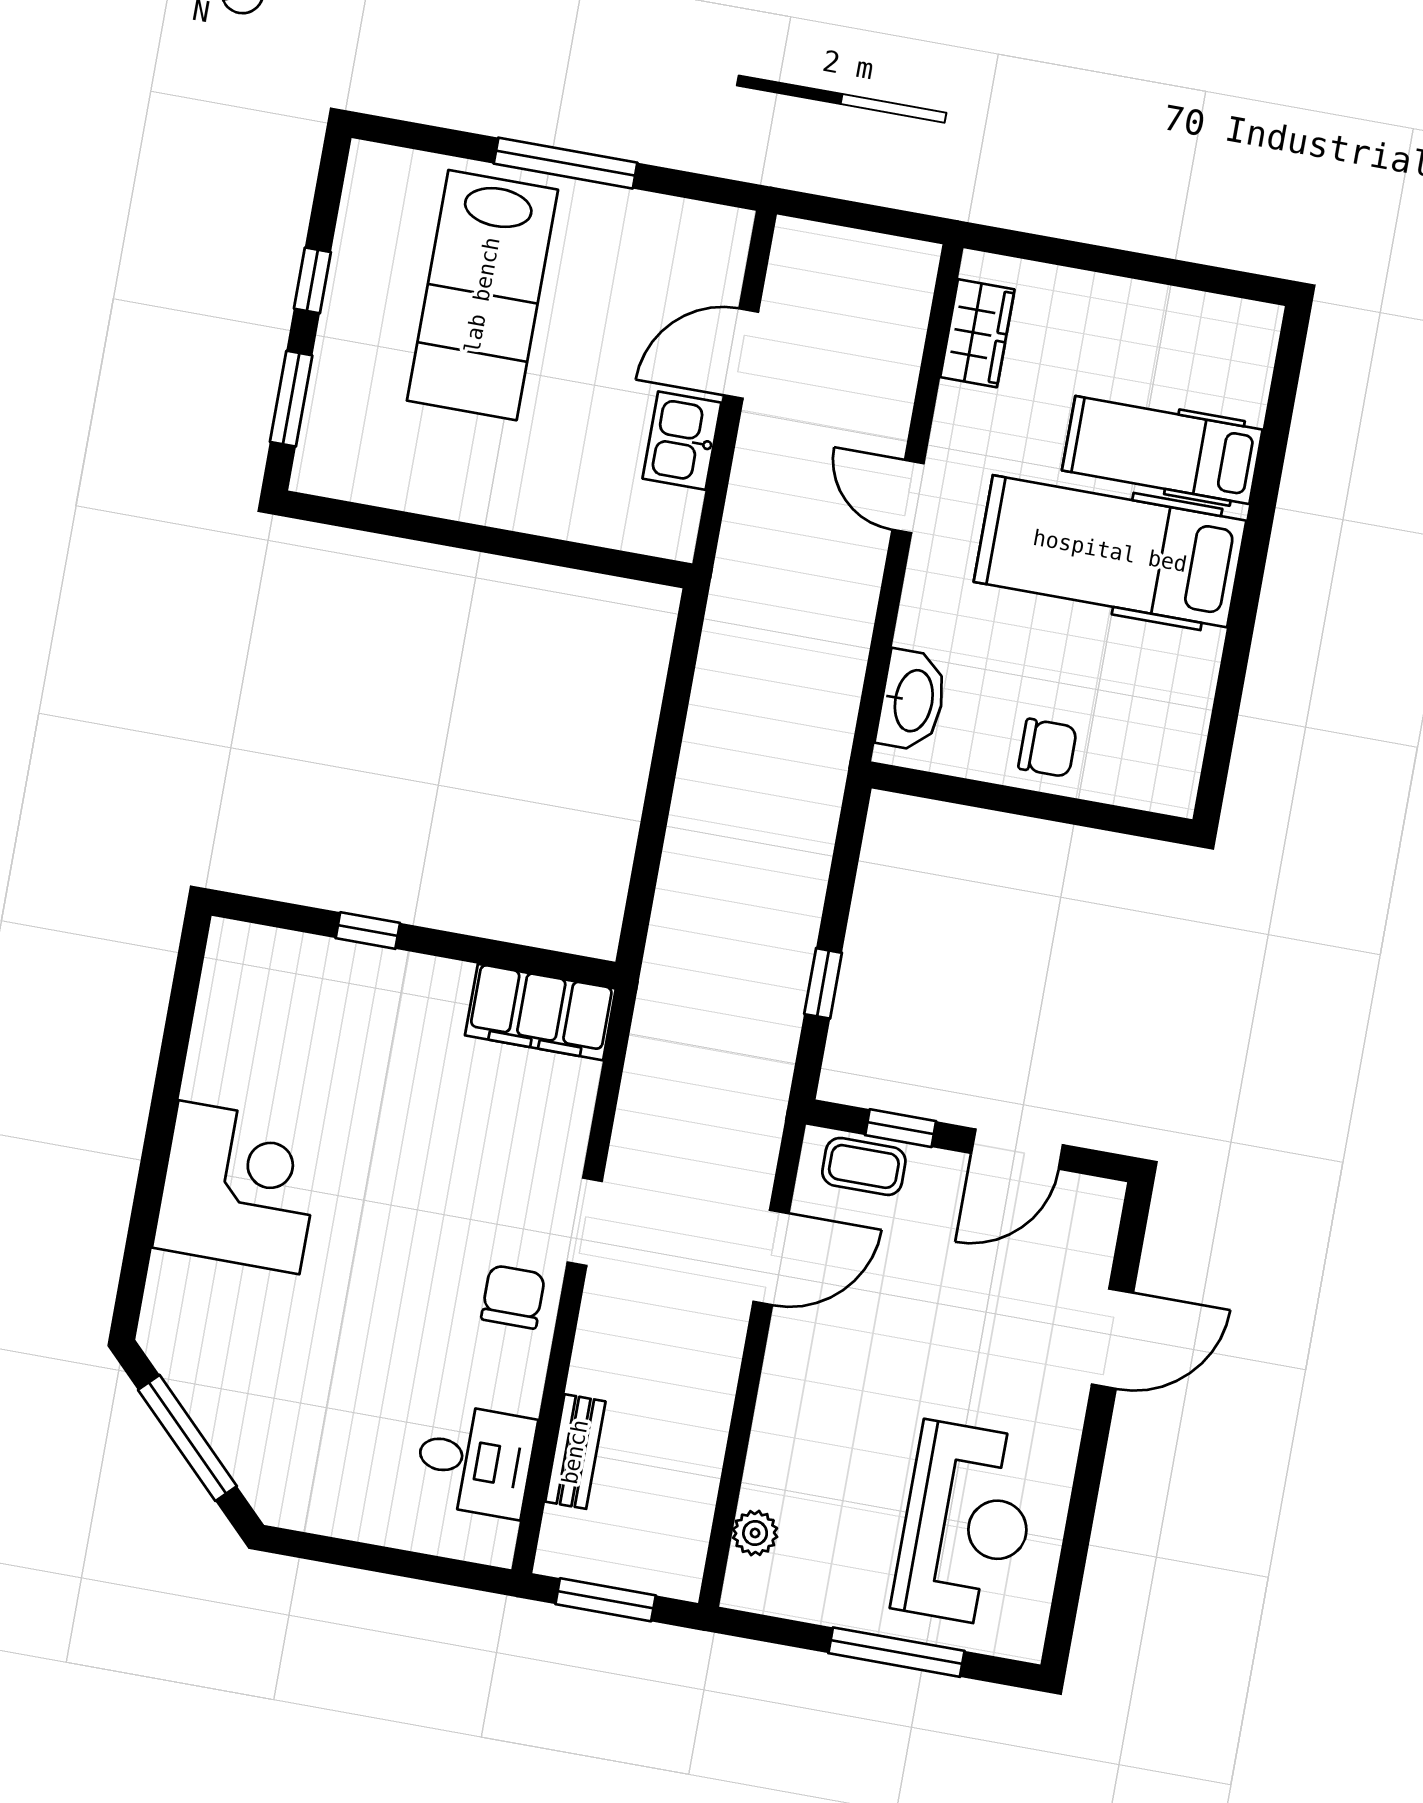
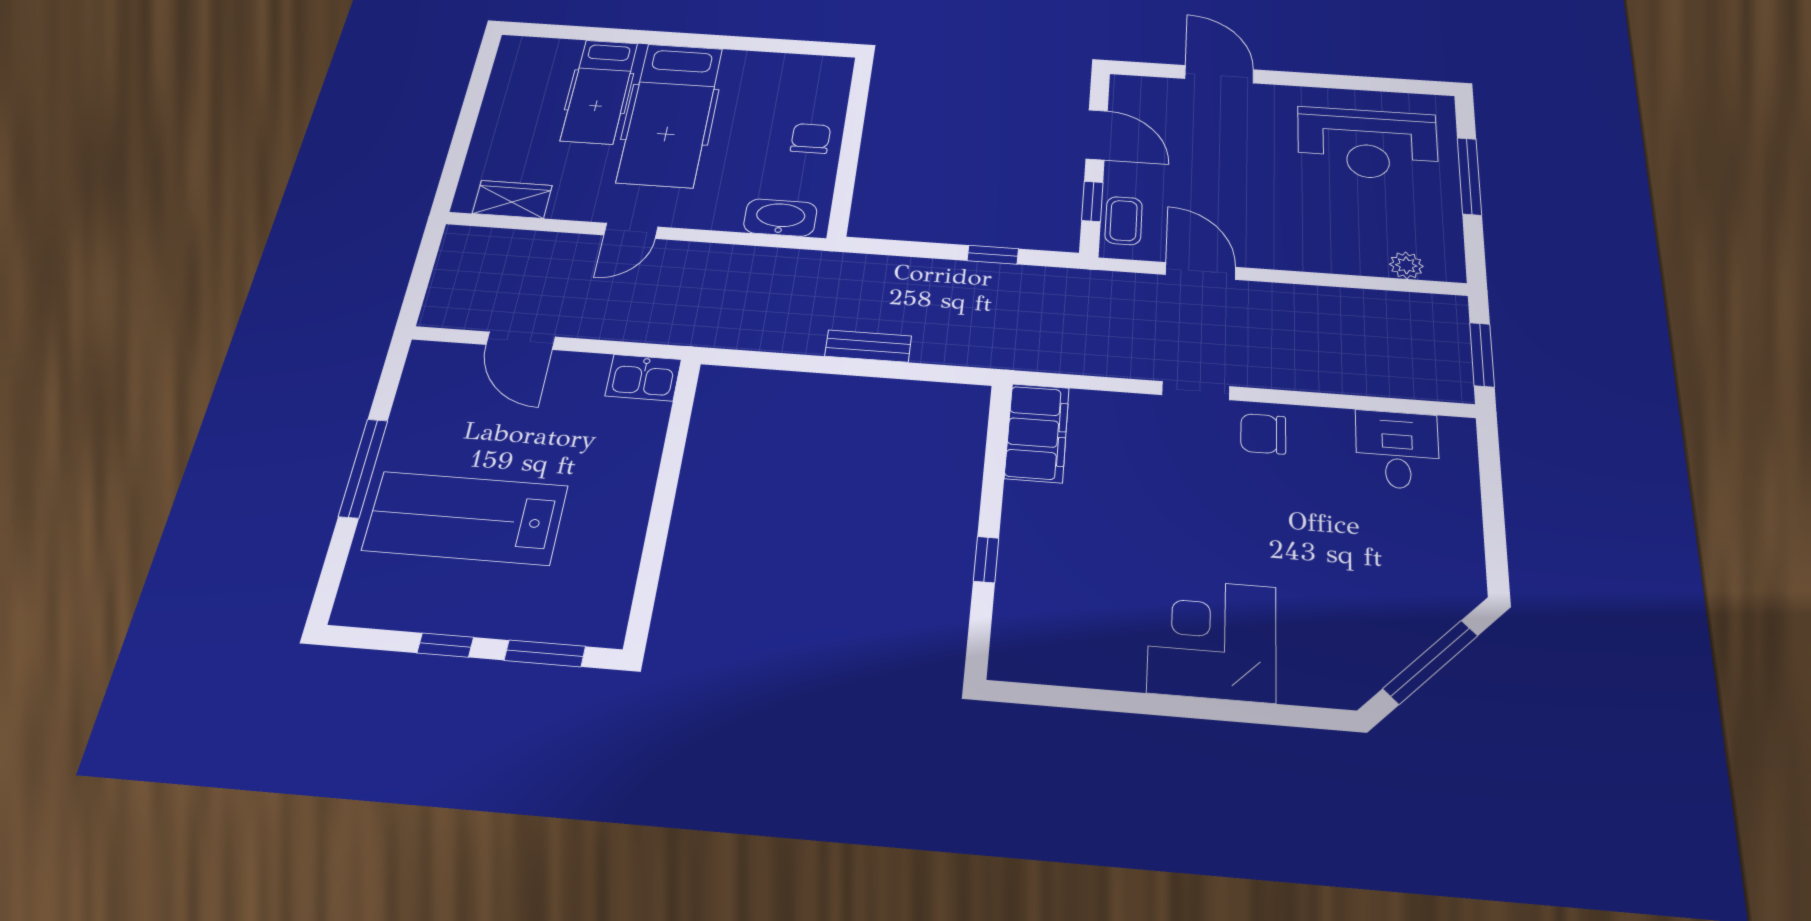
lab bench: (482, 295) -> (465, 518), turned 180
kitchen sink: (682, 441) -> (643, 378), moved
bench: (575, 1452) -> (868, 346), moved
reception desk: (966, 1524) -> (1368, 144), turned 180

